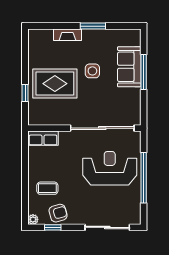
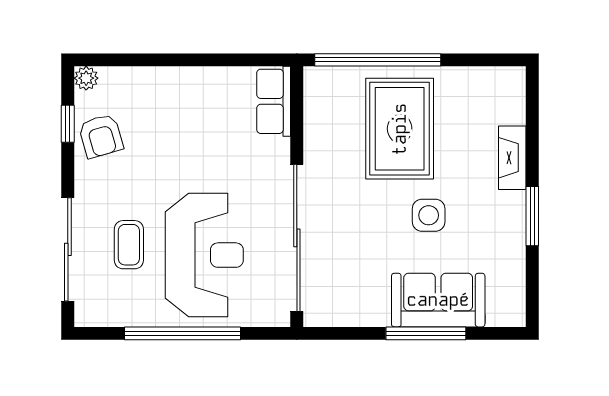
window: (25, 93) -> (378, 60), width x3.17
coffee table: (47, 188) -> (129, 245), moved

